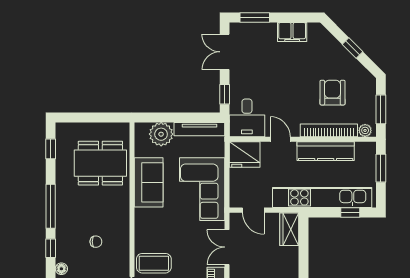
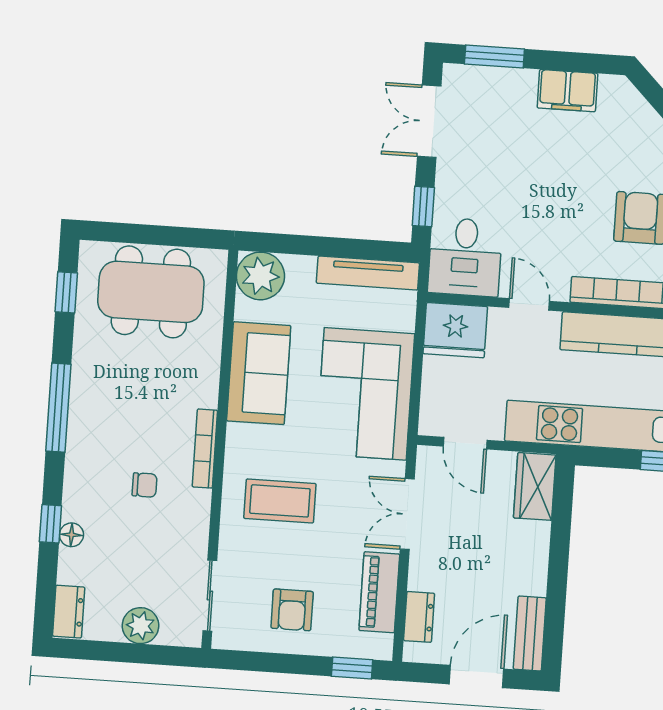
plant: (161, 134) -> (260, 276), moved
dining table: (100, 163) -> (151, 292), moved
bookcase: (125, 222) -> (205, 449), added
window: (51, 248) -> (50, 524), moved
coffee table: (154, 263) -> (280, 501), moved

